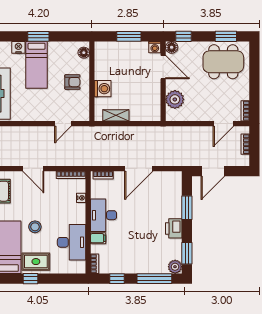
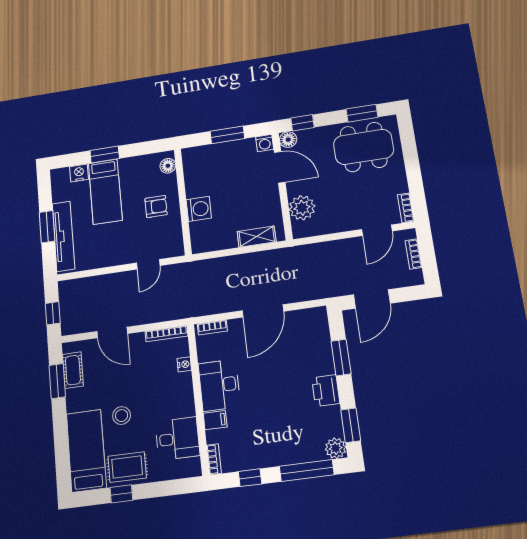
shelving: (116, 115) -> (257, 237), moved
desk: (72, 242) -> (177, 439), width x0.73

